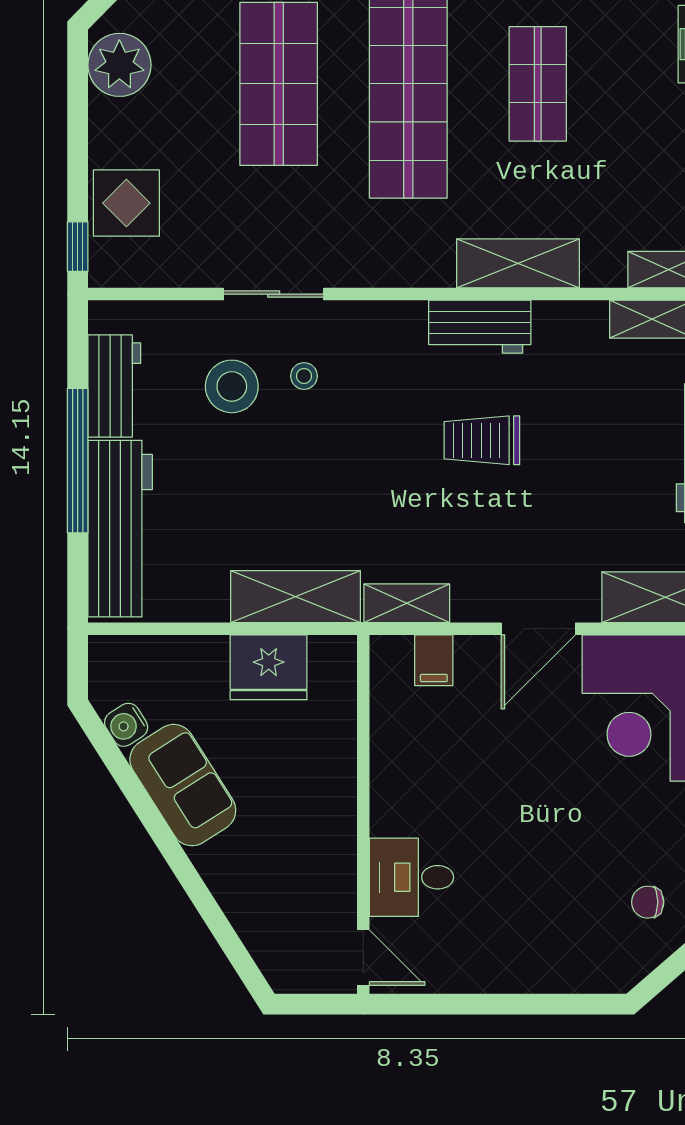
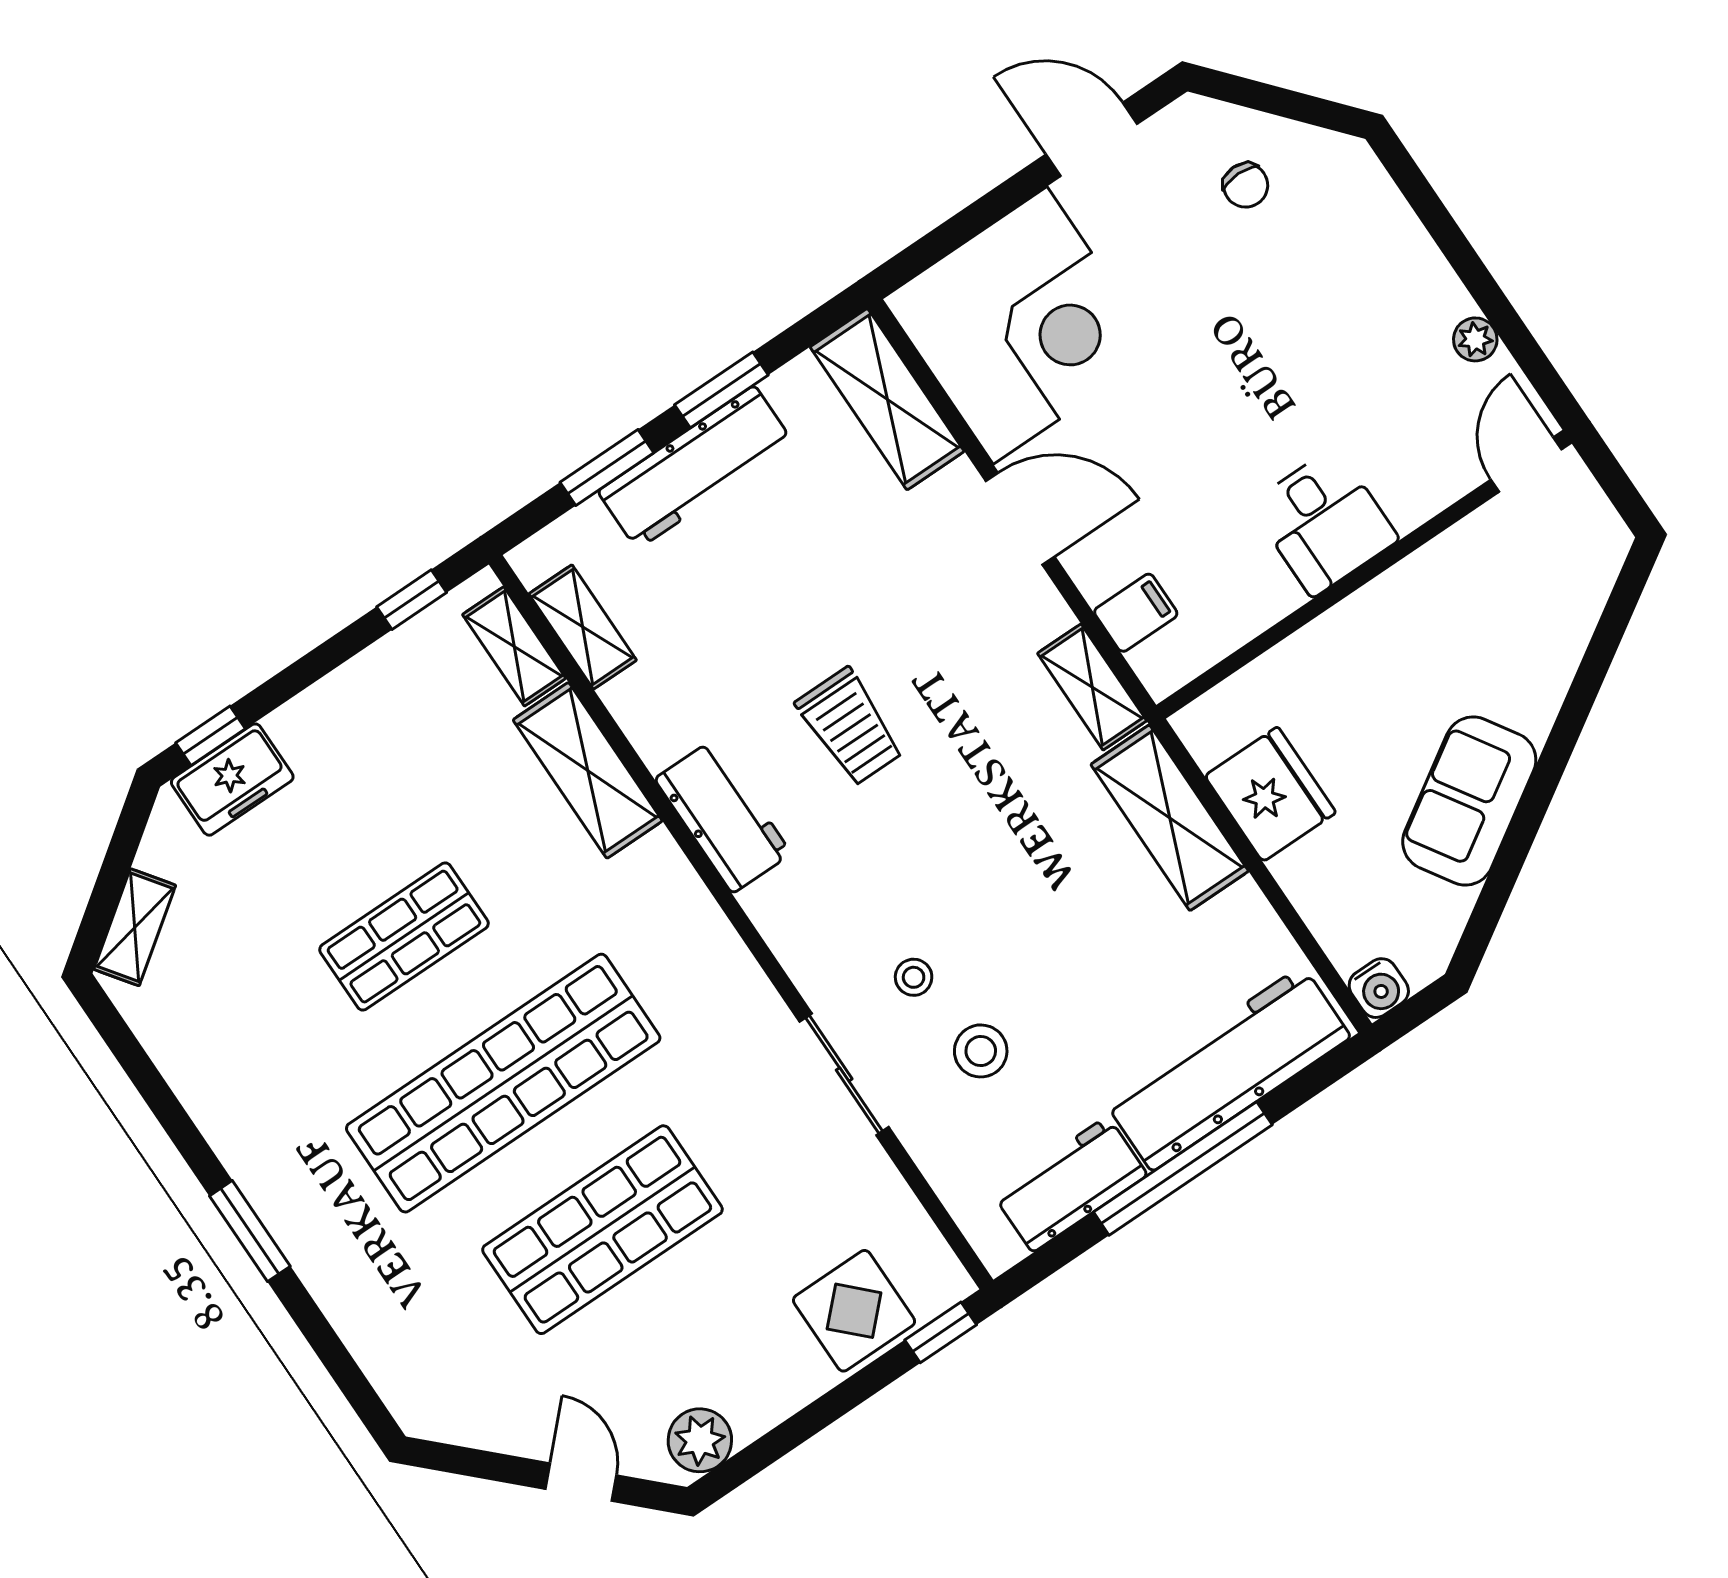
plant: (119, 65) -> (700, 1440), width x0.73, depth x0.73
shelving: (518, 263) -> (588, 770), moved
stool: (232, 386) -> (981, 1051), width x0.73, depth x0.73
water cooler: (126, 725) -> (1379, 988), moved, turned 32
desk: (412, 877) -> (1324, 522), moved
plant: (460, 978) -> (1475, 339), added

